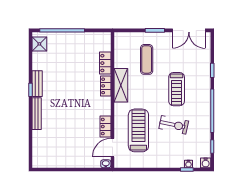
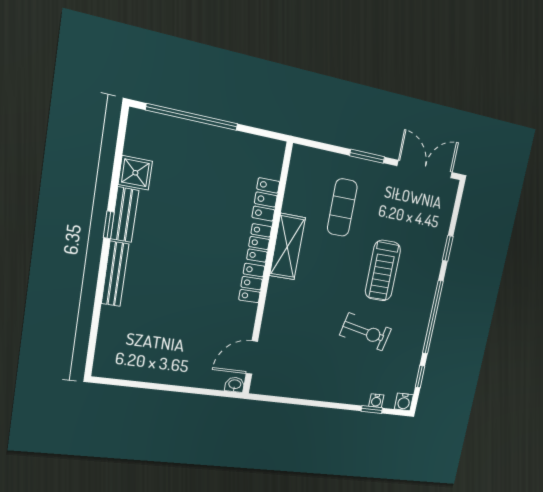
double door: (189, 30) -> (425, 169), swing flipped
shower: (39, 44) -> (135, 173), moved
locker: (105, 127) -> (252, 283), moved
treadmill: (138, 130) -> (304, 333), removed

